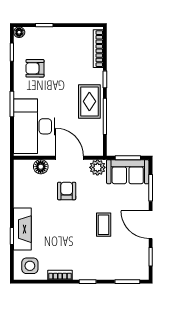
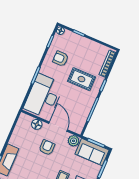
rug: (89, 101) -> (81, 79), moved, turned 90

